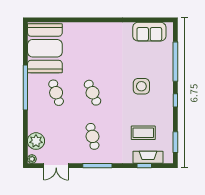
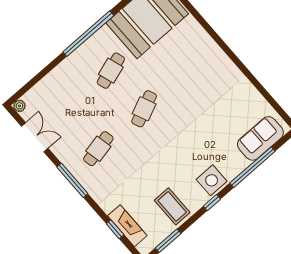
sofa: (149, 32) -> (260, 138), moved, turned 90
side table: (141, 86) -> (212, 180), moved
coffee table: (143, 133) -> (172, 206), moved
plant: (36, 141) -> (42, 94), removed
double door: (56, 166) -> (35, 137), swing flipped

